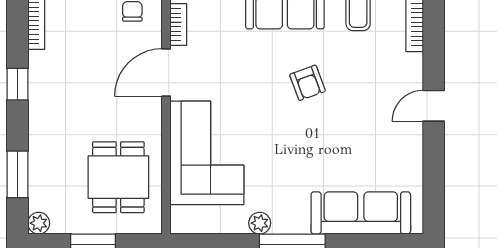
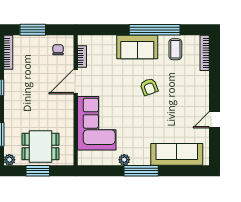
door: (434, 106) -> (215, 120), moved
dining table: (118, 177) -> (41, 146), moved, turned 90

